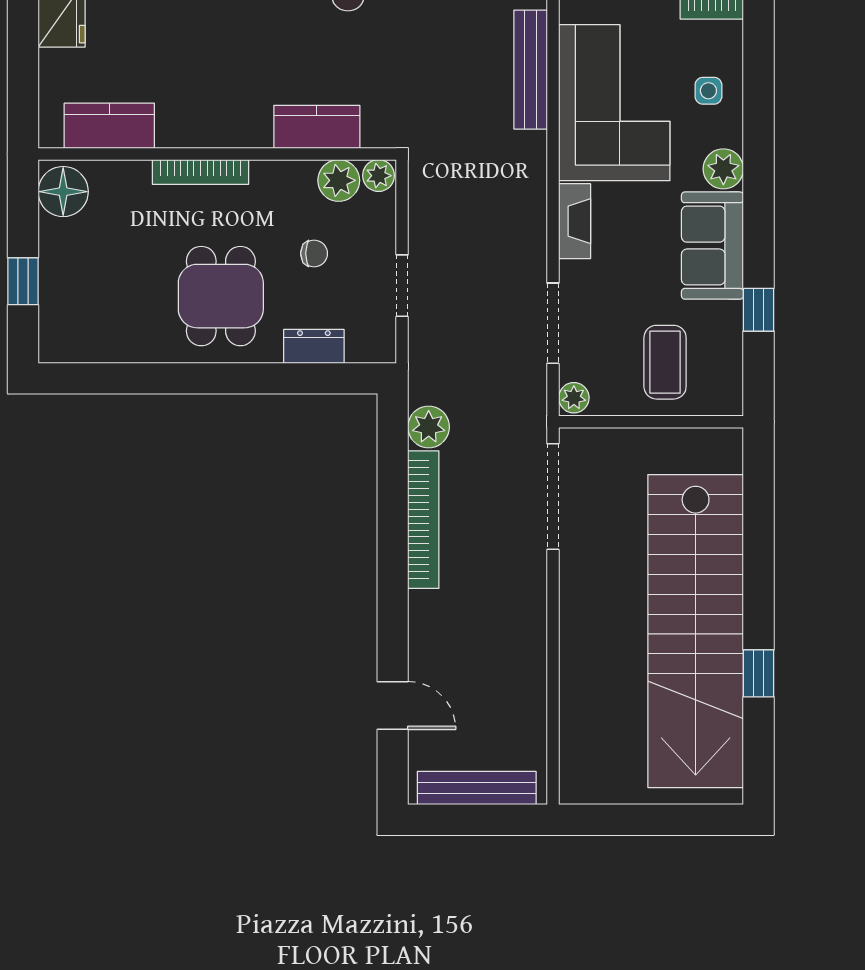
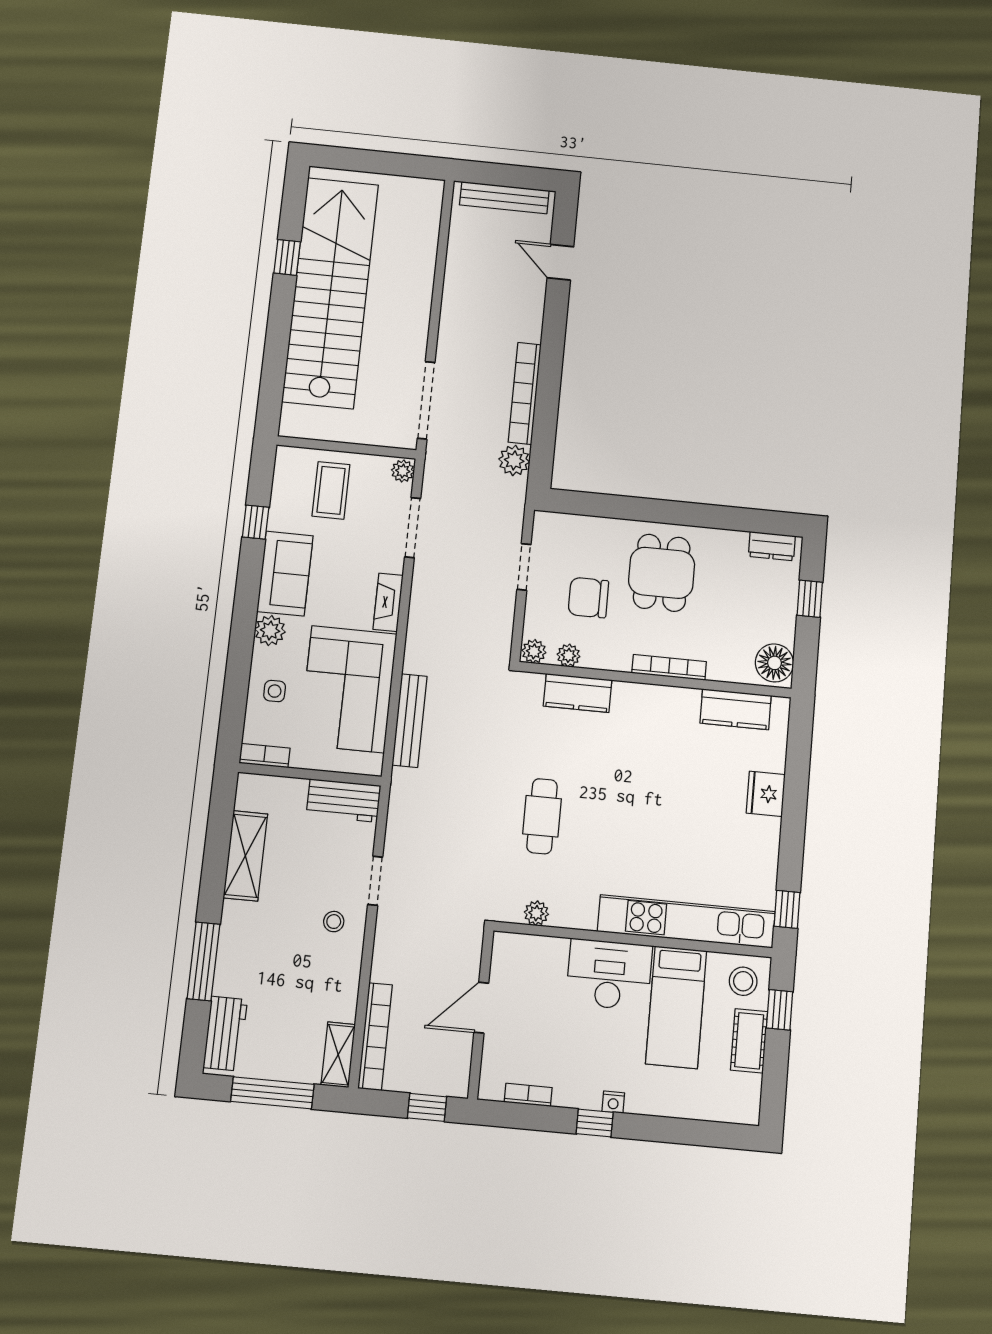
plant: (339, 180) -> (569, 655), width x0.73, depth x0.73
chair: (314, 253) -> (588, 598), width x1.87, depth x1.87
dresser: (314, 346) -> (772, 546), moved

